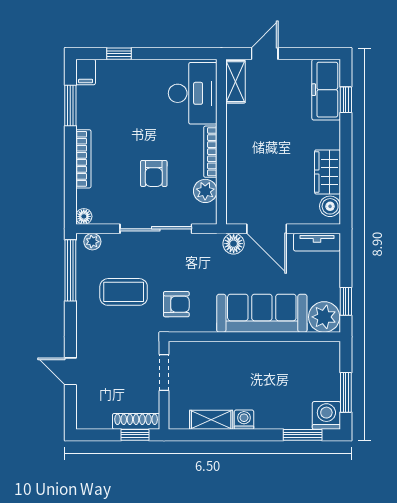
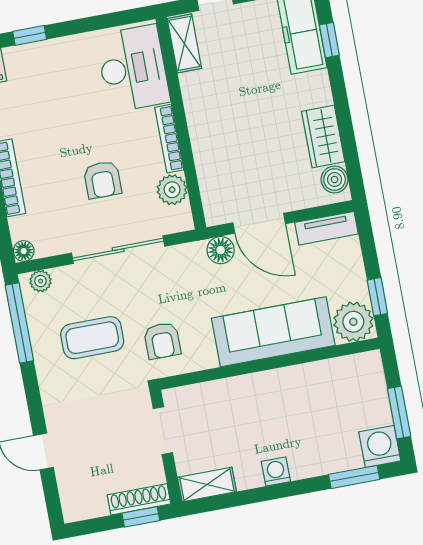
armchair: (176, 304) -> (162, 341), turned 90
shelving: (211, 420) -> (207, 485), moved

